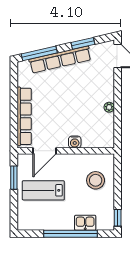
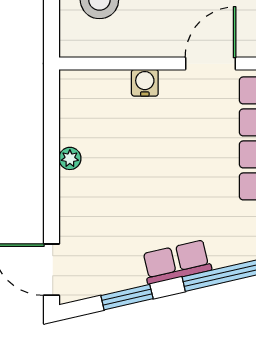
row of seats: (60, 60) -> (177, 262), width x0.50

